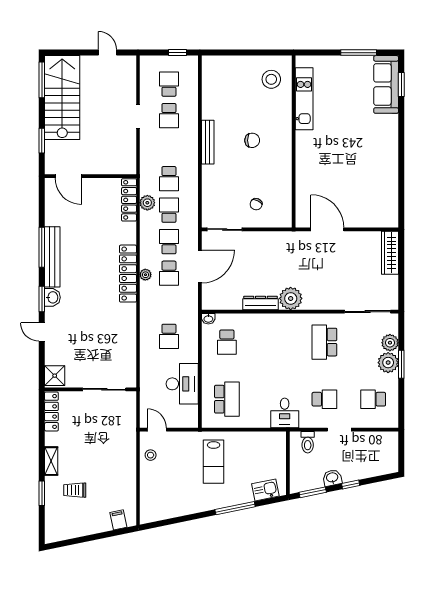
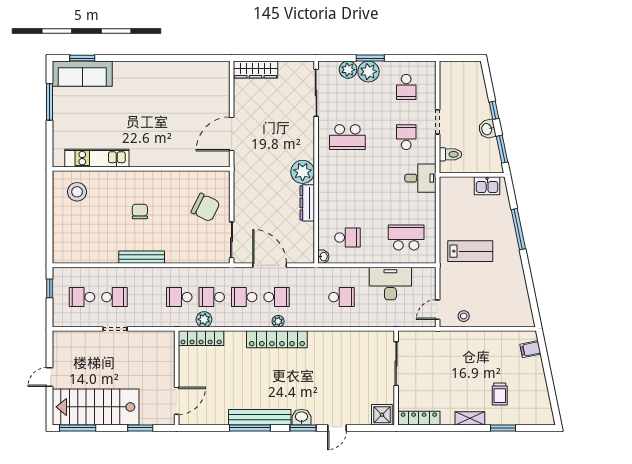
door: (107, 53) -> (50, 377), moved
school desk: (169, 179) -> (179, 297), turned 180
chair: (256, 204) -> (206, 207), width x1.87, depth x1.87
kitchen sink: (265, 490) -> (487, 186), moved, turned -78

